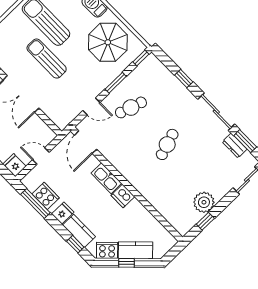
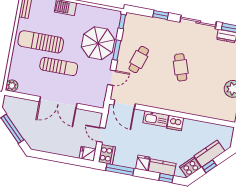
parasol: (108, 42) -> (98, 43), moved
sun lounger: (47, 59) -> (59, 67), turned 180
door: (41, 156) -> (101, 135), hinge flipped
cooker: (46, 196) -> (107, 154), moved, turned 90

